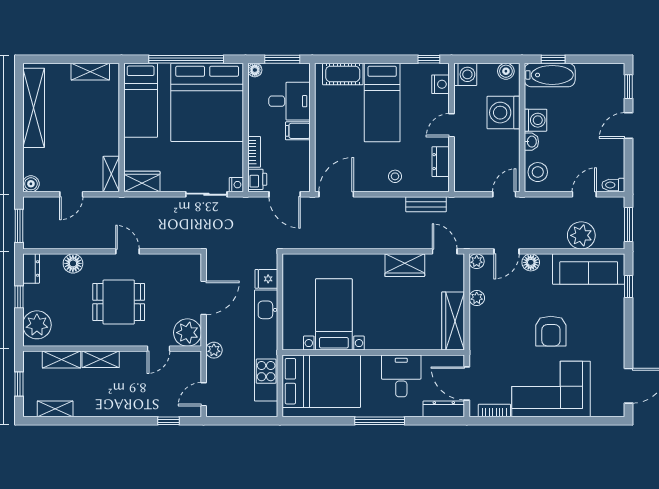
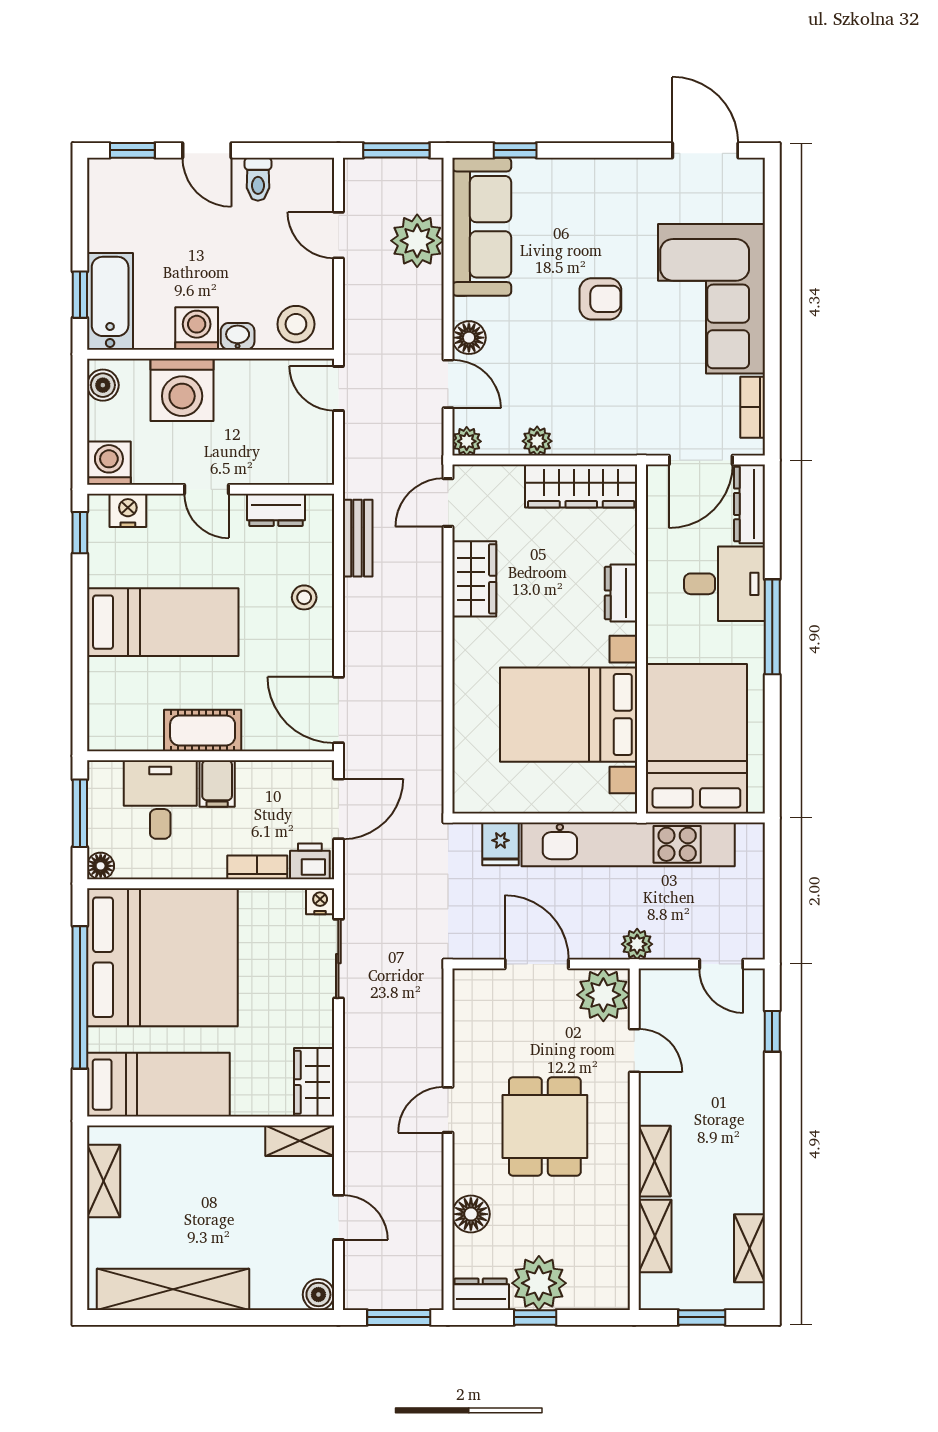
cot: (343, 74) -> (203, 731), moved, turned 90
toilet: (613, 185) -> (258, 179), moved
bed with nightstands: (334, 314) -> (569, 715), width x1.36
plant: (37, 325) -> (539, 1283), moved
armchair: (551, 331) -> (600, 299), width x0.72, depth x0.72
dresser: (397, 342) -> (621, 593), added
desk: (401, 376) -> (725, 584), moved, turned 180

